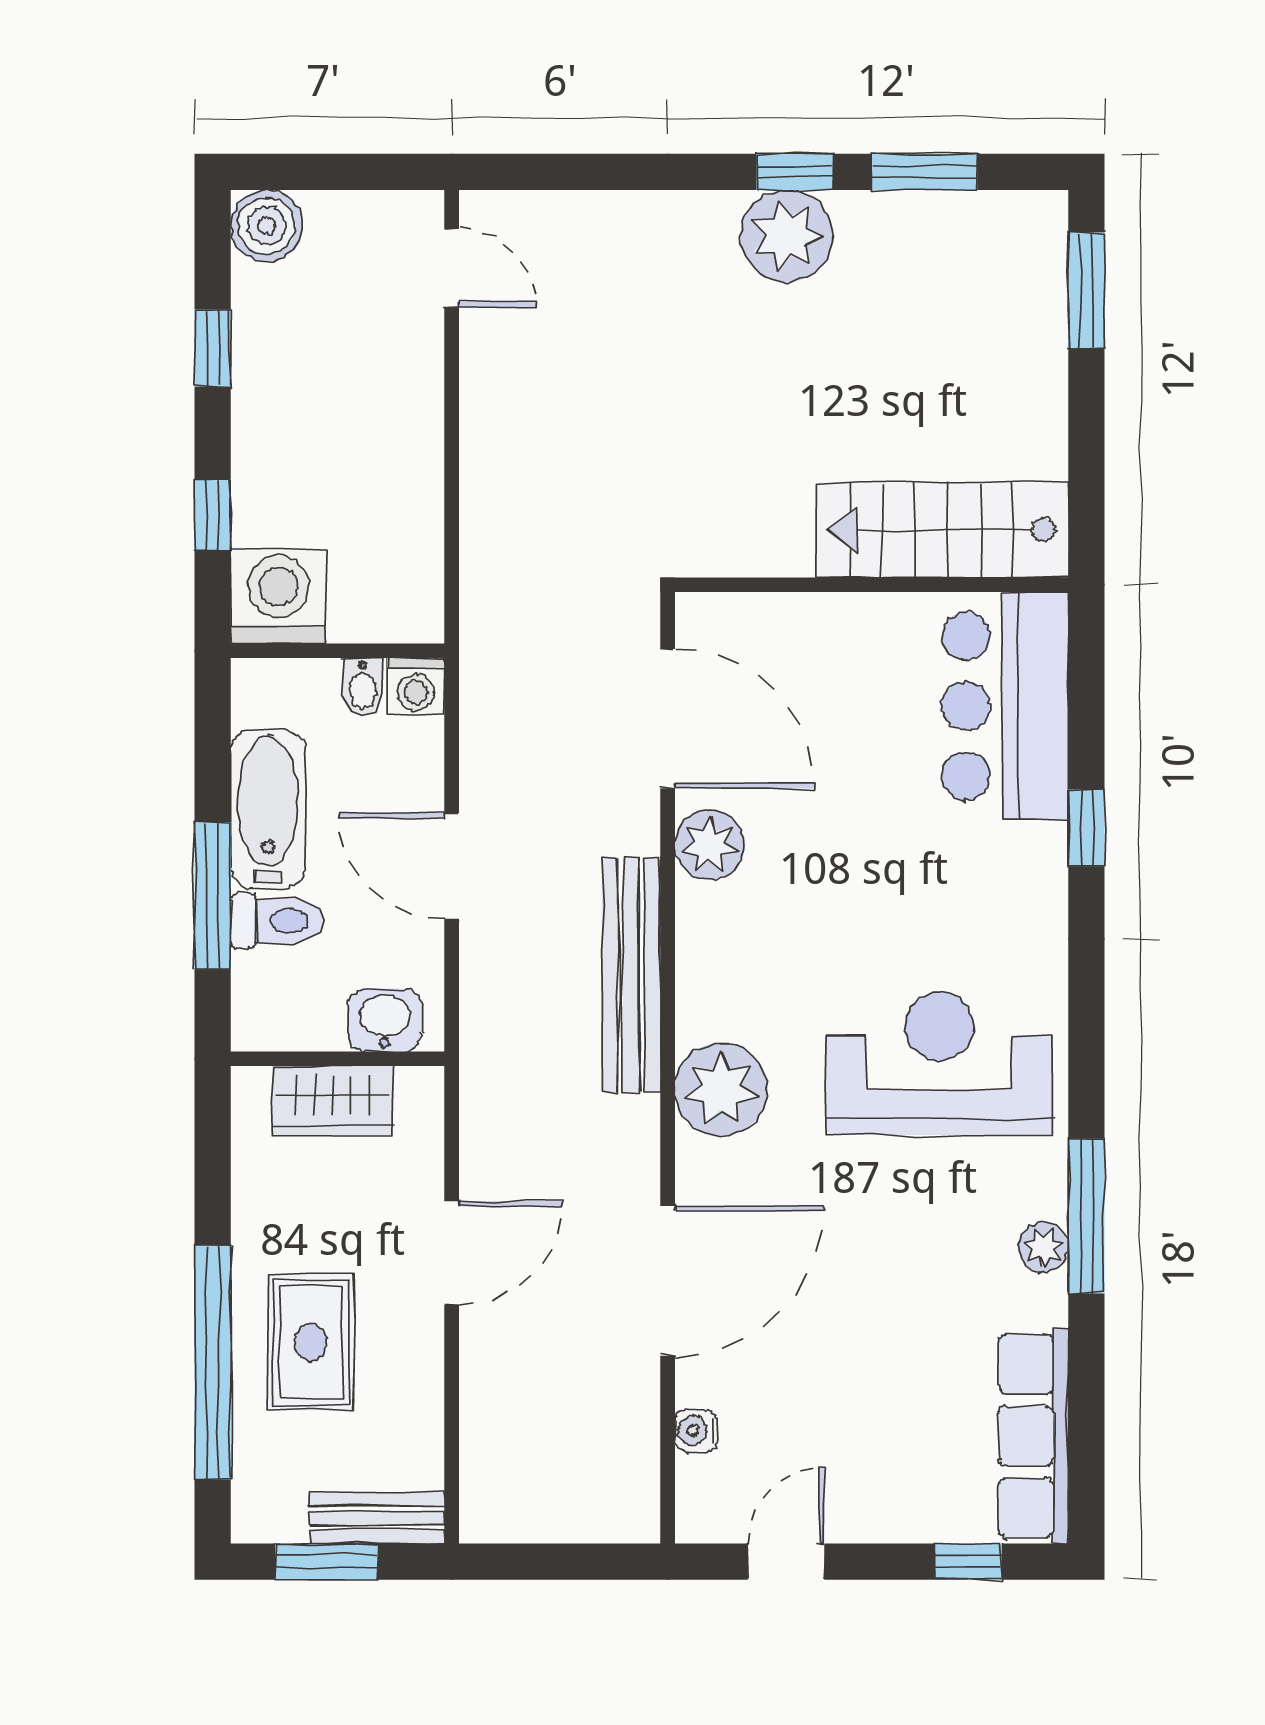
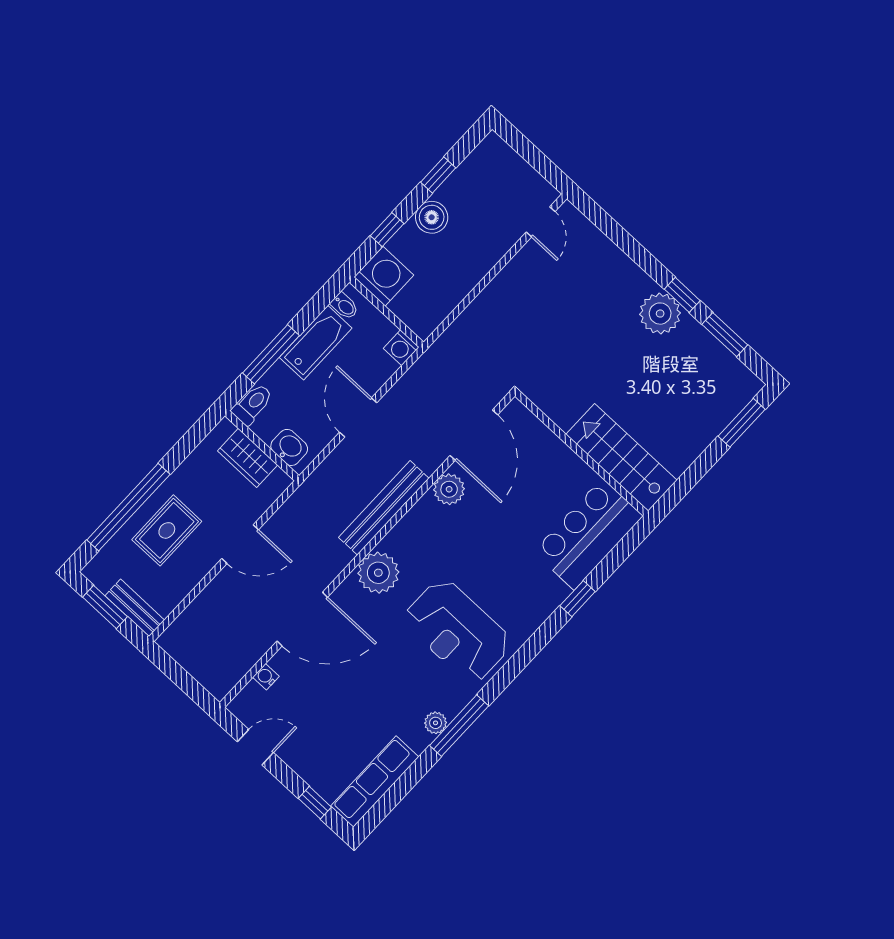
boiler: (267, 226) -> (432, 217), moved
bidet: (363, 687) -> (345, 306), moved, turned -90
toilet: (277, 921) -> (252, 404), moved, turned -90
reception desk: (939, 1064) -> (457, 631), turned 180

